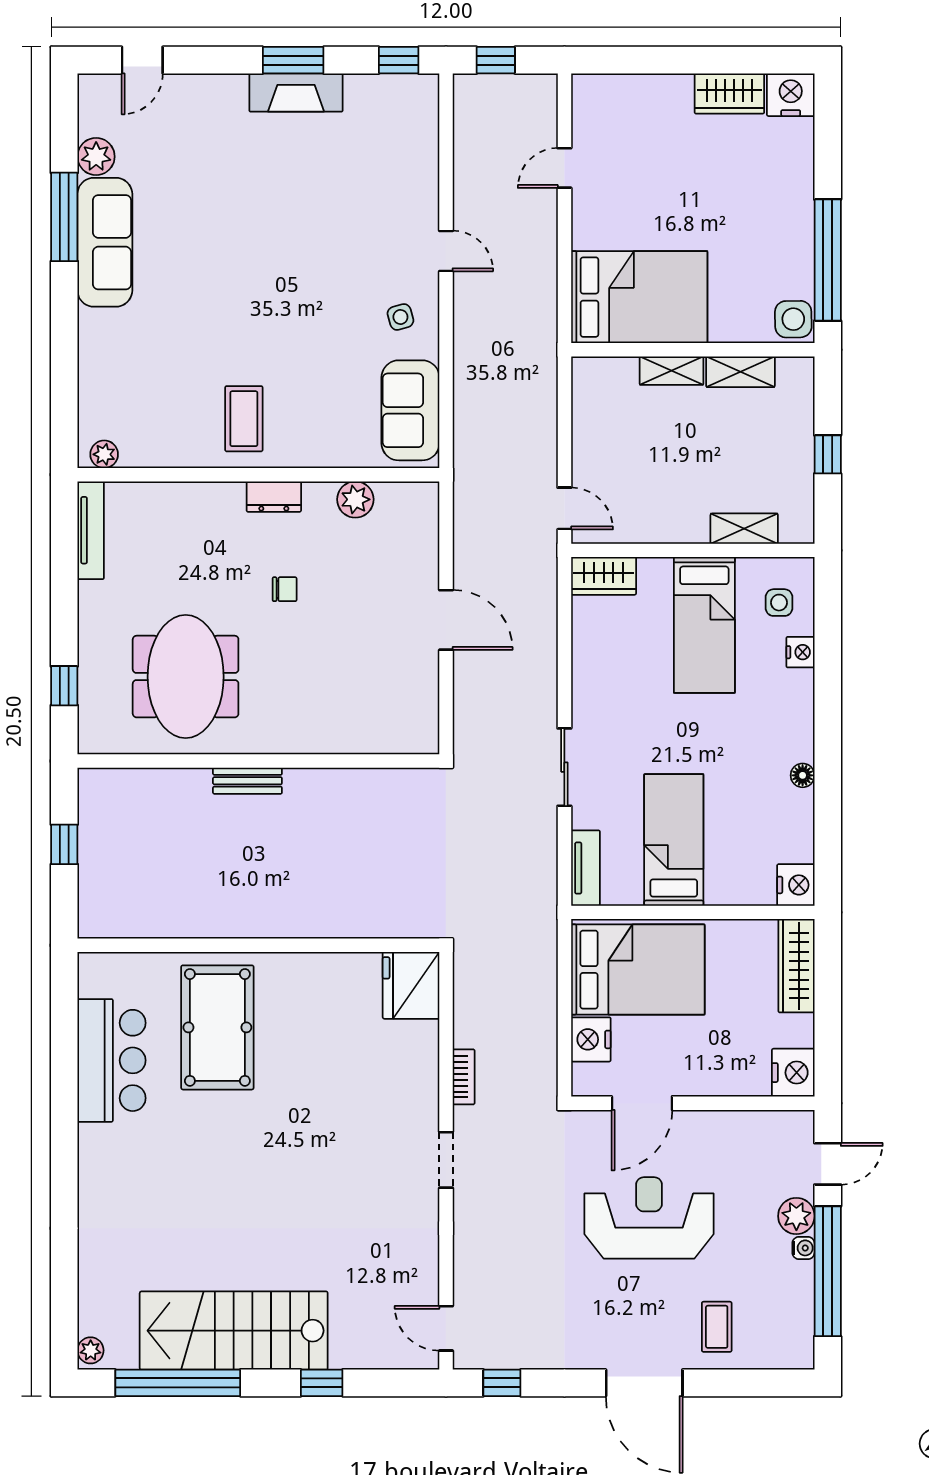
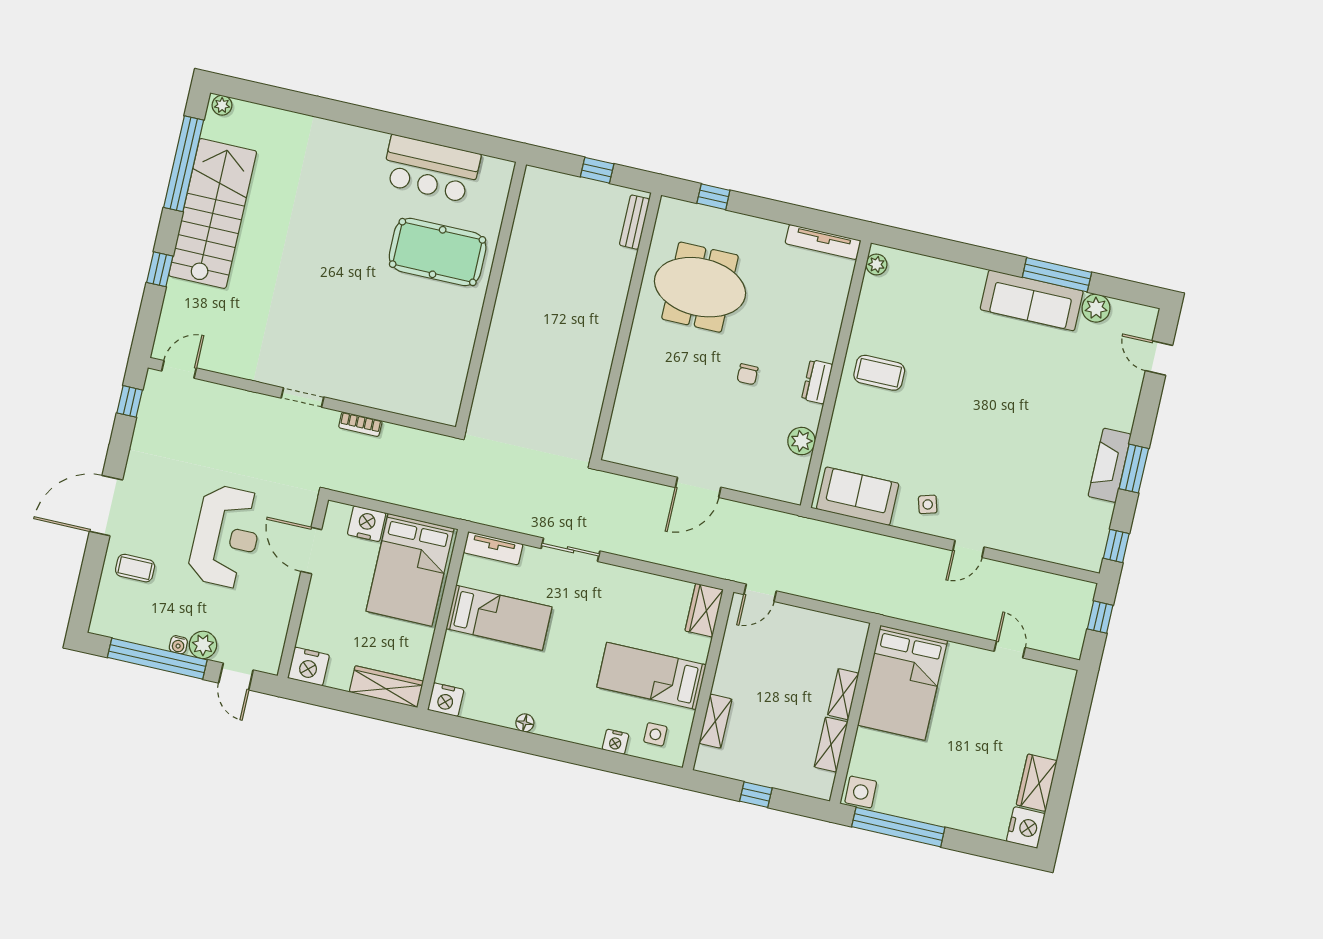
bench: (247, 781) -> (634, 222), moved
fridge: (411, 985) -> (436, 401), removed

